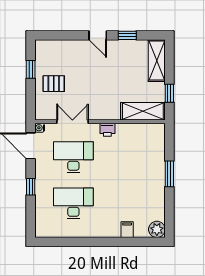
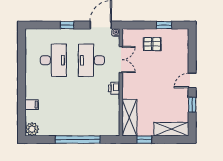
pallet: (54, 84) -> (152, 44), turned 90
desk: (73, 157) -> (91, 60), turned 180
window: (169, 174) -> (78, 140), width x2.11

